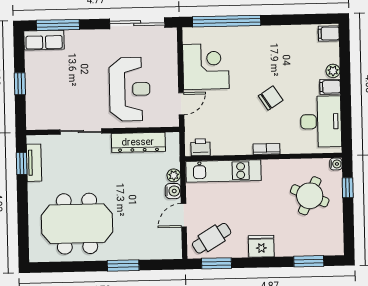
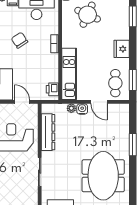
cafe table: (212, 238) -> (115, 83), turned 31

